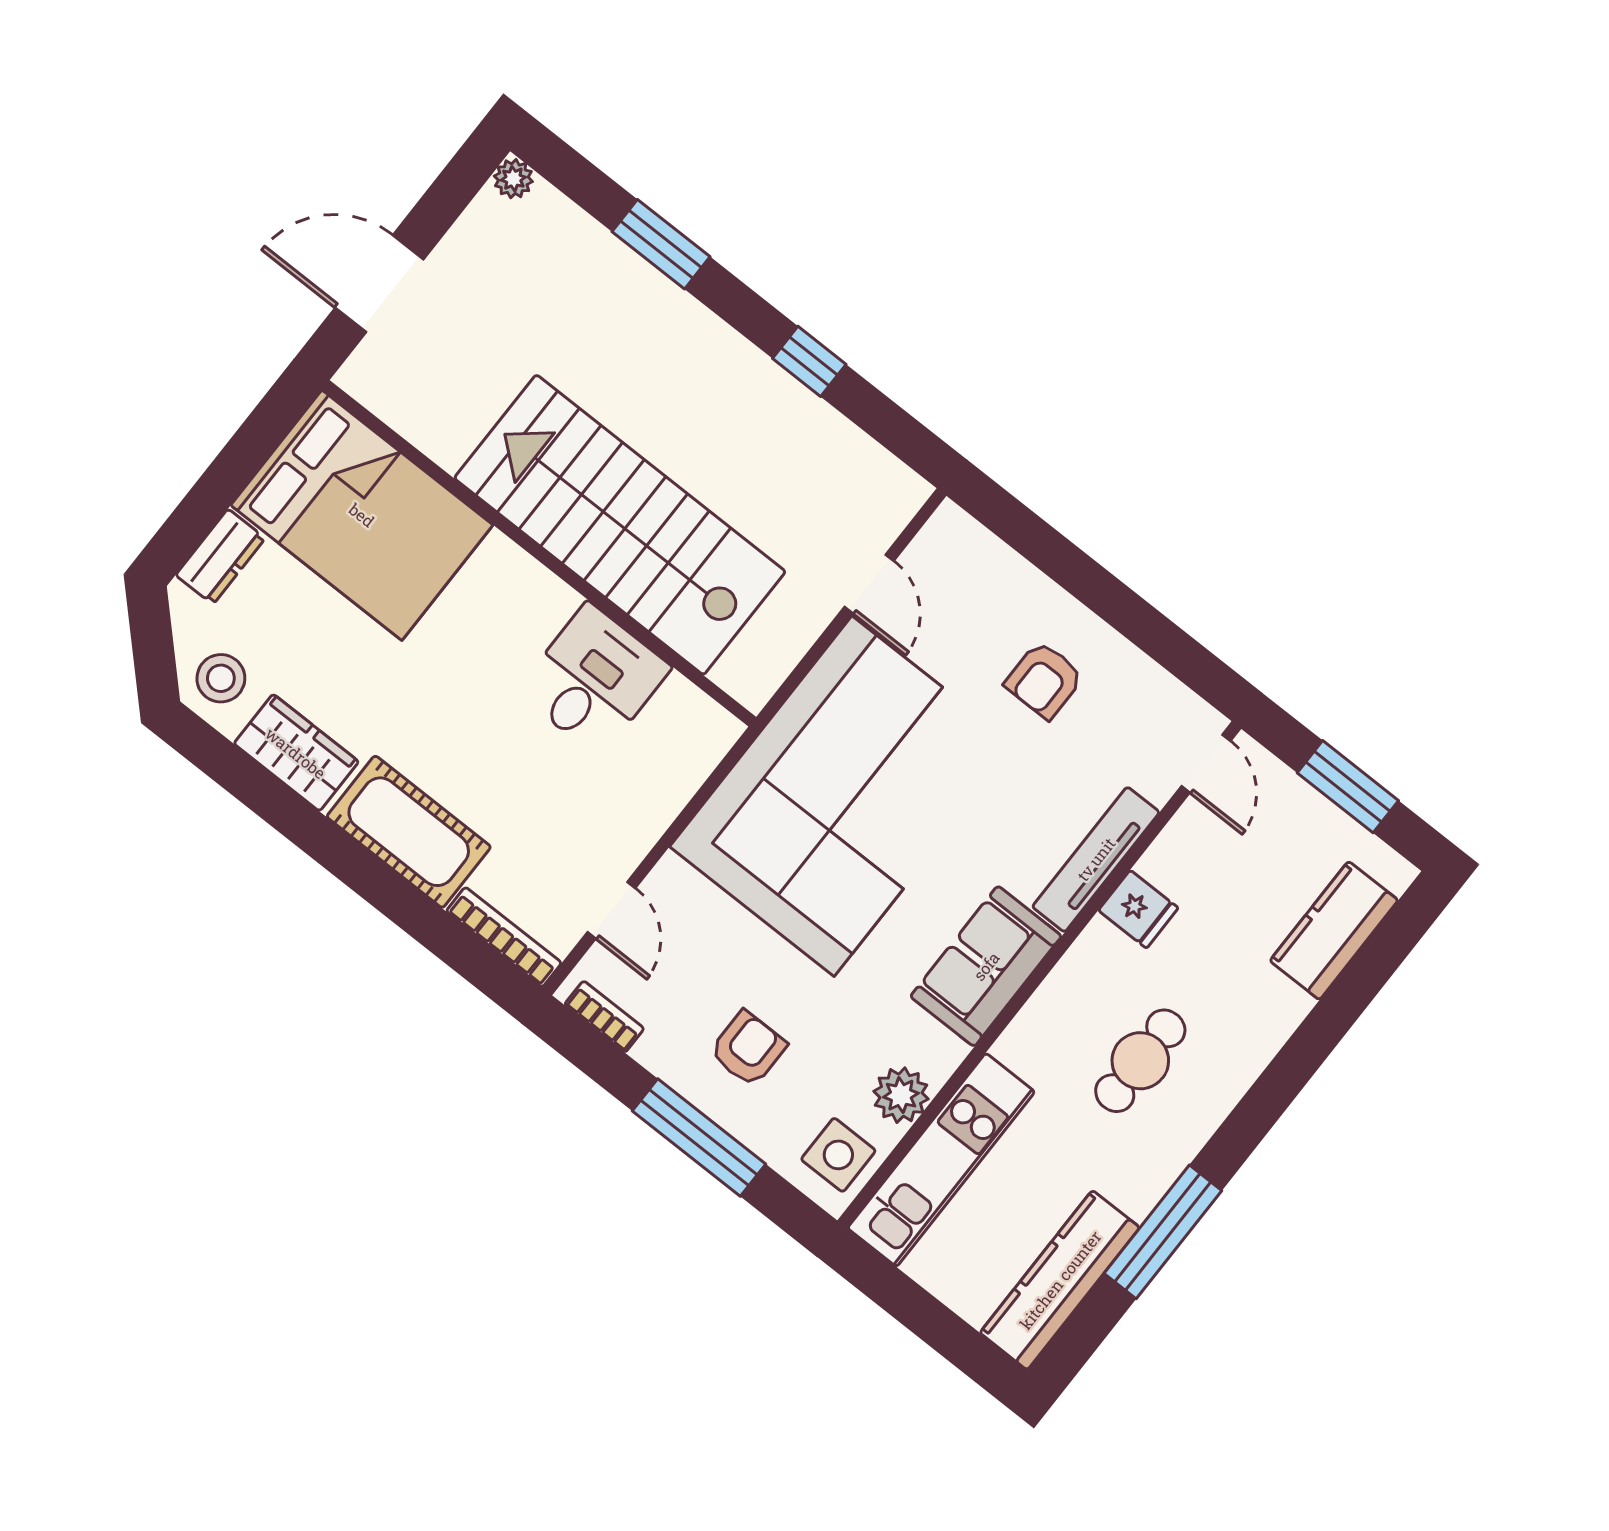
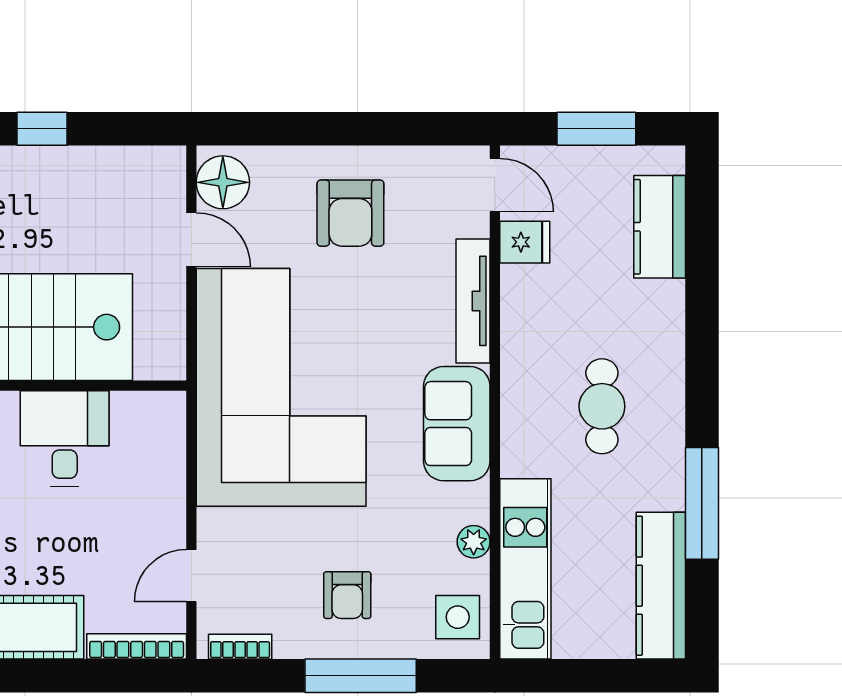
floor lamp: (944, 552) -> (223, 182), added
armchair: (1044, 680) -> (350, 213), width x1.38, depth x1.38
fridge: (1138, 909) -> (525, 242), moved
door: (611, 910) -> (191, 576), swing flipped
armchair: (748, 1049) -> (347, 595), turned 180
plant: (901, 1095) -> (474, 542), width x0.73, depth x0.73

